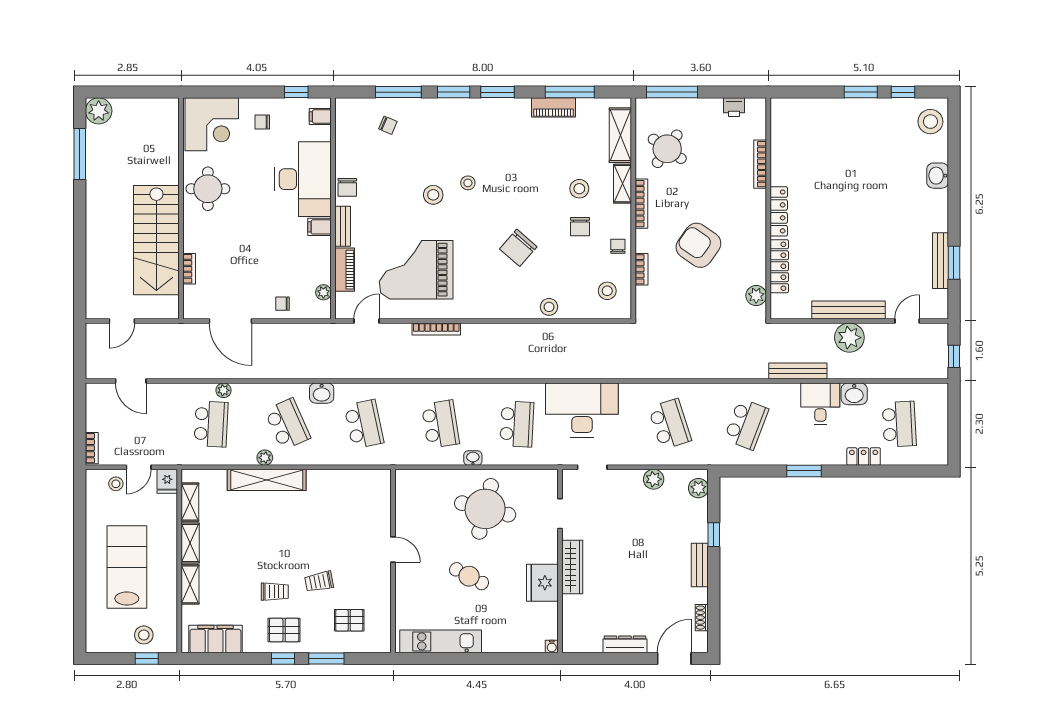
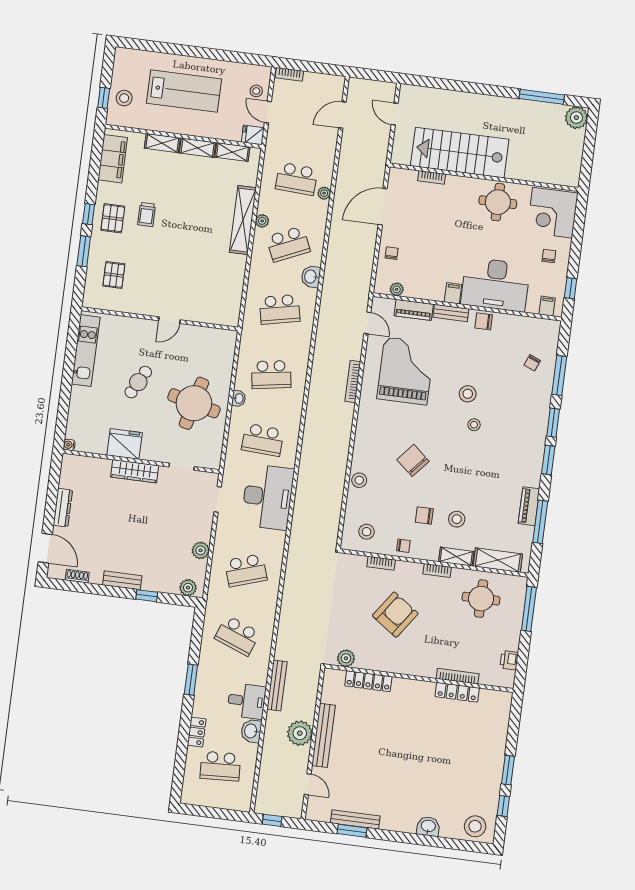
round table: (667, 149) -> (481, 599), turned -35
bookcase: (641, 204) -> (437, 570), width x0.64
locker: (779, 211) -> (457, 692), moved
trolley: (319, 582) -> (150, 253), removed

